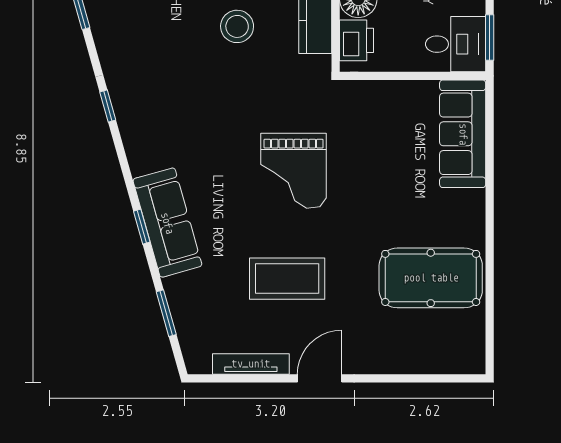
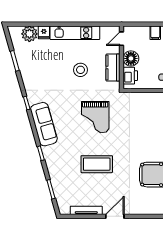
grand piano: (294, 171) -> (95, 117), moved
sofa: (167, 223) -> (44, 124), moved
coffee table: (287, 279) -> (97, 164), moved

